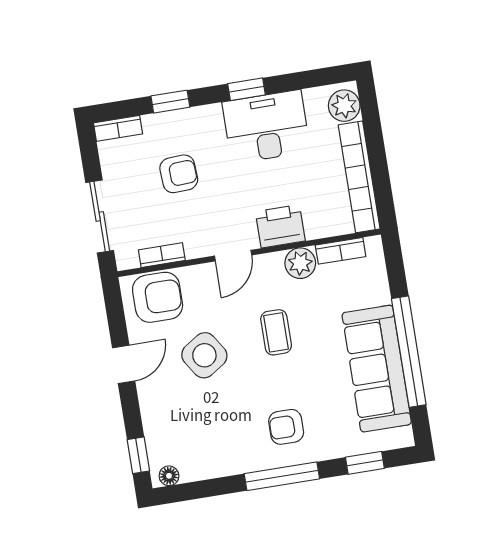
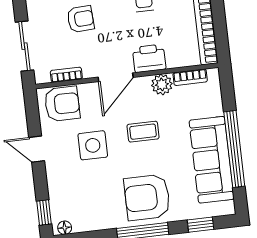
door: (233, 256) -> (116, 77), width x1.37
coffee table: (276, 332) -> (143, 132), turned 90
side table: (204, 355) -> (93, 145), turned 33
door: (124, 364) -> (37, 149), swing flipped
armchair: (286, 427) -> (147, 197), width x1.88, depth x1.88

